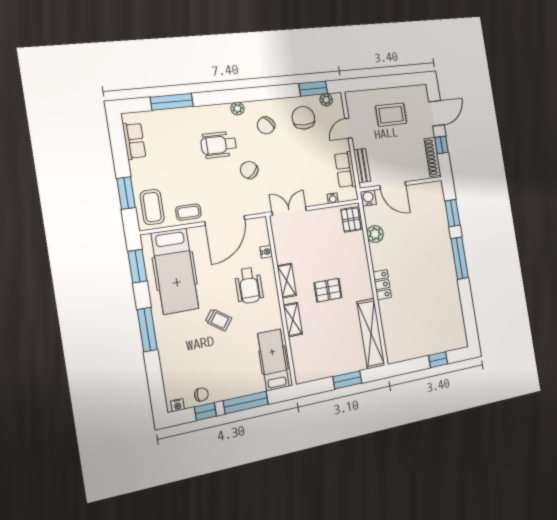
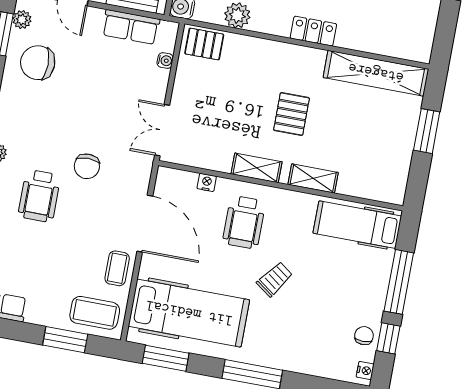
chair: (266, 125) -> (32, 121), removed
chair: (249, 170) -> (87, 166), turned -44
wheelchair: (249, 285) -> (244, 222), turned 90

